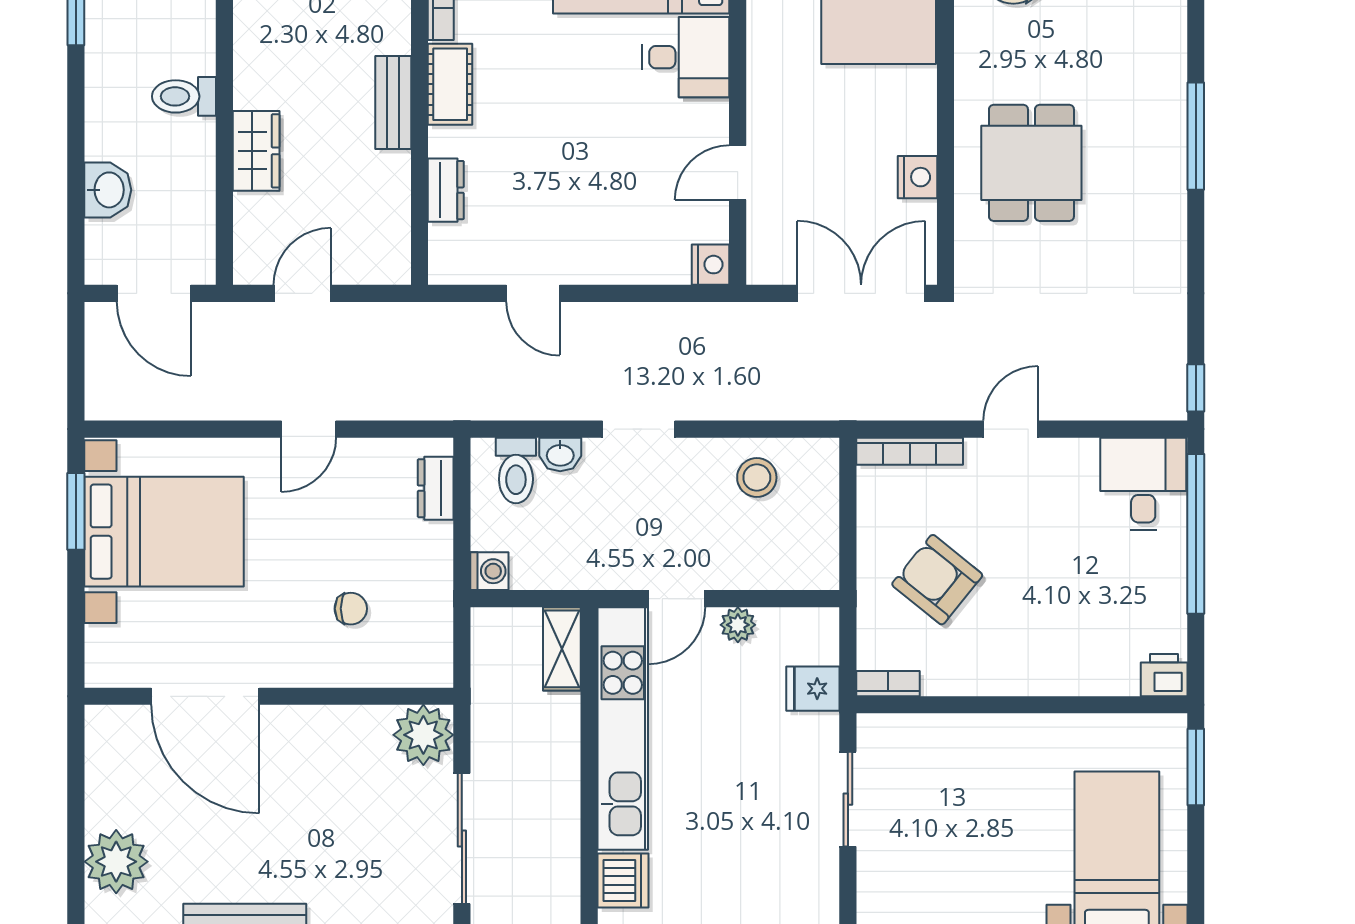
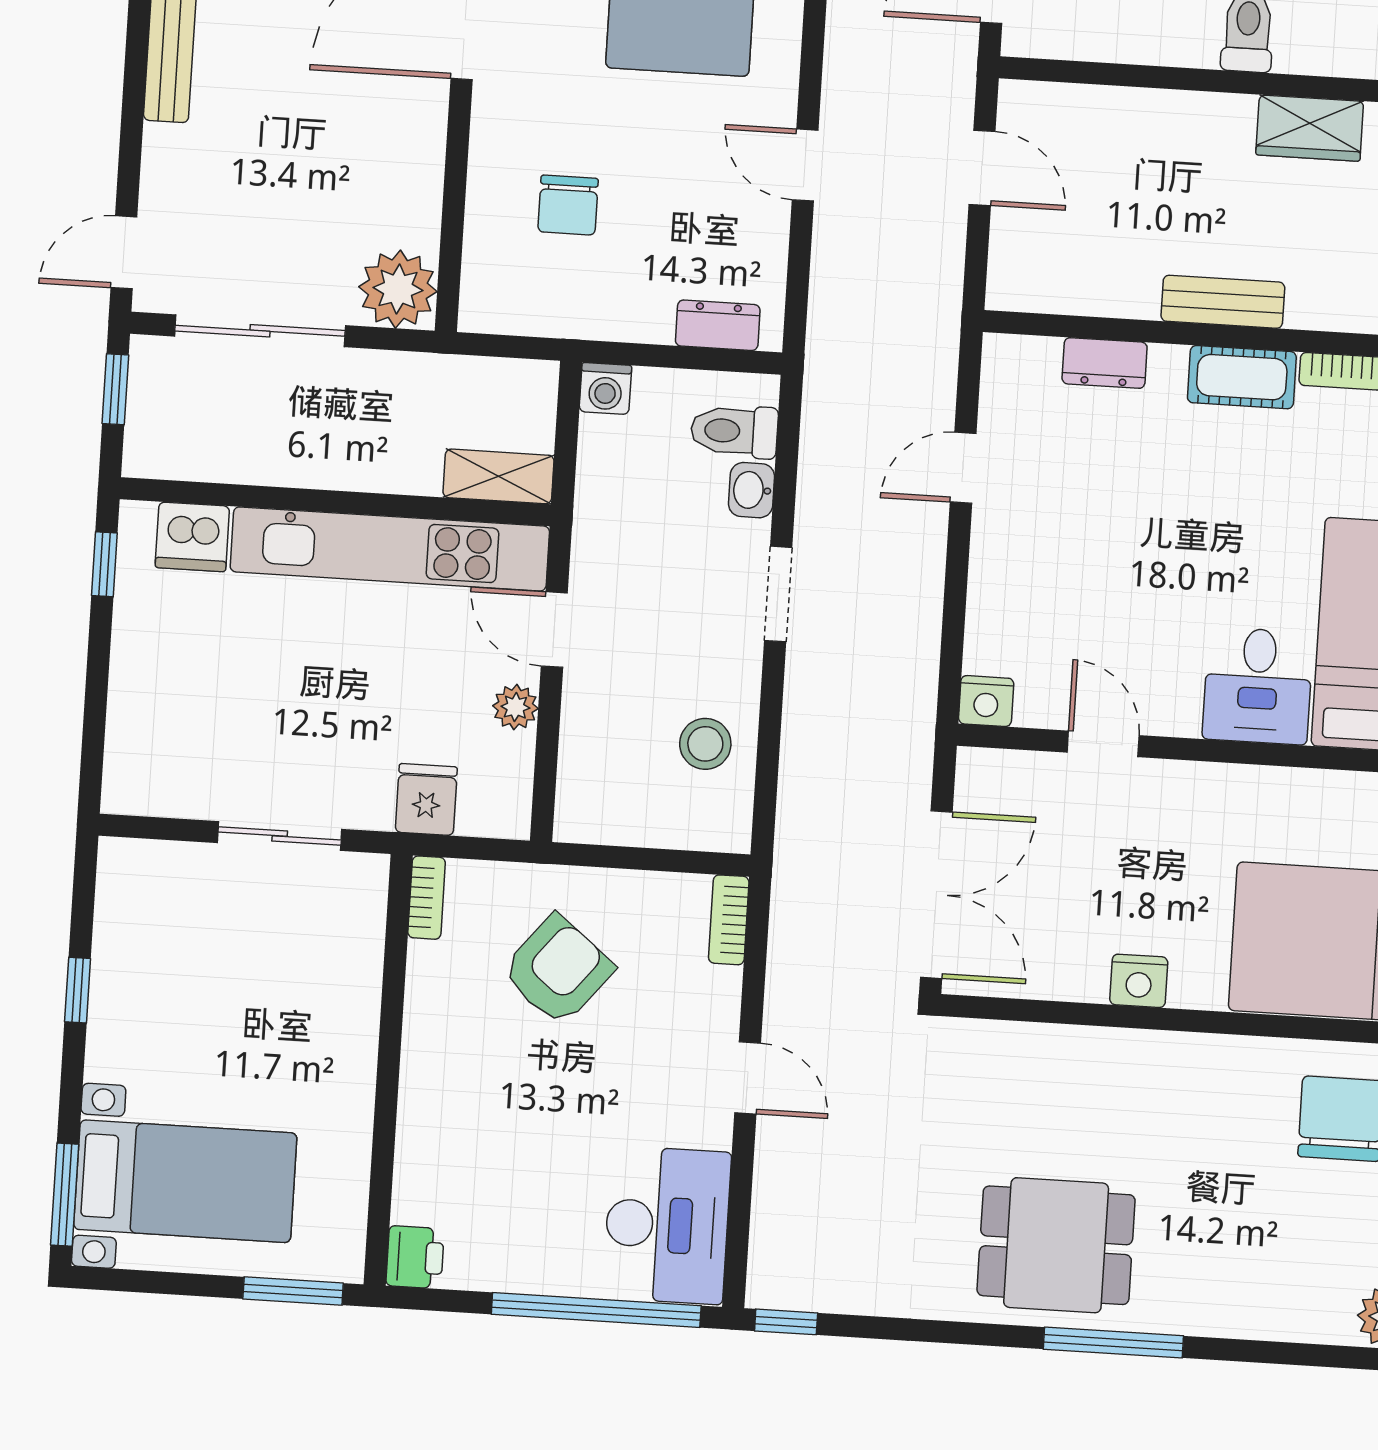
wardrobe: (256, 151) -> (1310, 128), moved
dining table: (1031, 163) -> (1056, 1245), moved
nightstand: (917, 177) -> (1139, 981), moved
bookcase: (910, 451) -> (729, 920), width x0.64
desk: (1143, 484) -> (667, 1225), width x1.37
chair: (351, 609) -> (568, 205), width x1.37, depth x1.37

